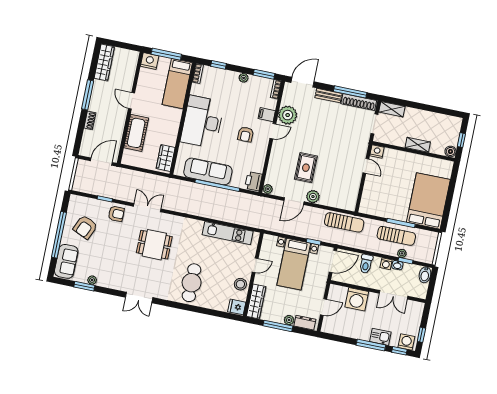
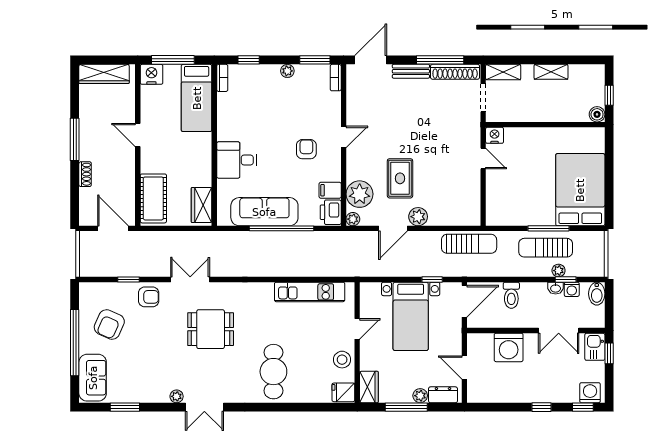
wardrobe: (104, 62) -> (104, 74), moved, turned 90
filing cabinet: (267, 115) -> (330, 190), moved
plant: (288, 115) -> (360, 194), moved
desk: (202, 122) -> (237, 160), width x0.53, depth x0.77
cot: (136, 133) -> (153, 198), moved
armchair: (246, 134) -> (306, 149), turned 180
shelving: (418, 145) -> (551, 72), moved
door: (101, 162) -> (113, 228), hinge flipped
sun lounger: (396, 236) -> (546, 248), turned 180
washing machine: (386, 264) -> (572, 289), moved
plant: (92, 280) -> (177, 396), moved
wardrobe: (256, 301) -> (369, 387), width x0.67
door: (323, 307) -> (464, 368), swing flipped
window: (421, 335) -> (609, 353), moved
kitchen sink: (380, 337) -> (595, 347), moved, turned -90
window: (371, 345) -> (541, 407), width x0.46

